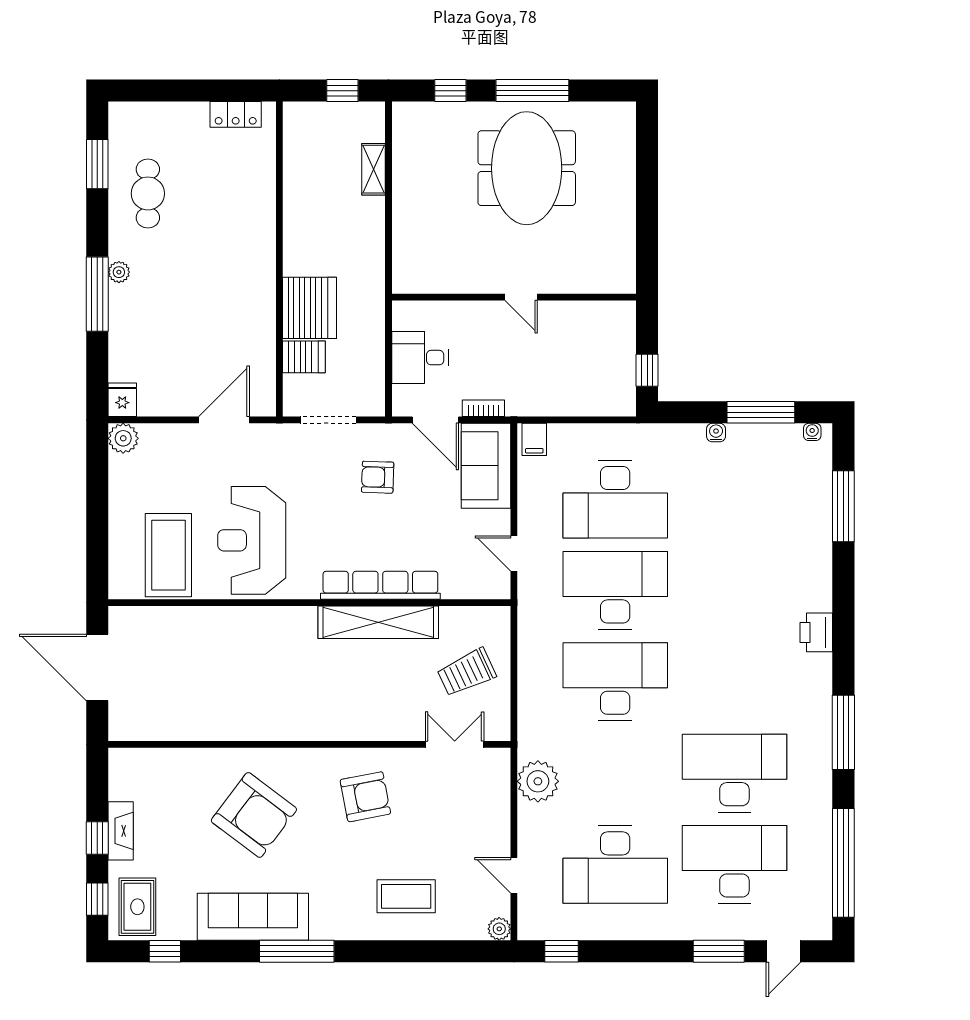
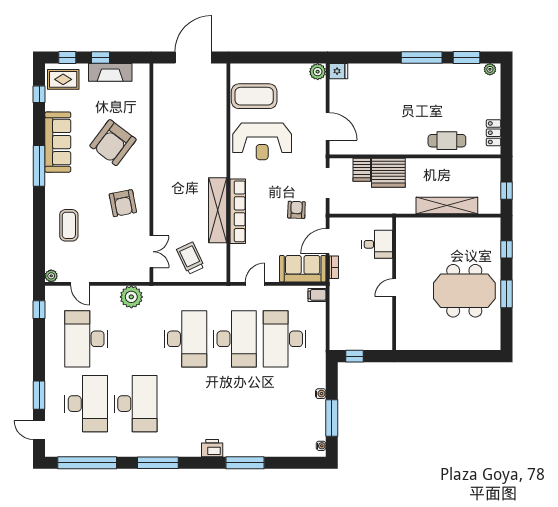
window: (532, 91) -> (506, 294), width x0.69
shelving: (374, 169) -> (447, 206), width x2.20, depth x1.33
cafe table: (148, 193) -> (447, 141), moved
plant: (119, 272) -> (490, 69), moved
window: (97, 294) -> (422, 58), moved
desk: (420, 358) -> (377, 244), moved, turned 90
window: (843, 506) -> (245, 463), moved
reception desk: (252, 540) -> (262, 141), turned 180
fireplace: (121, 831) -> (110, 72), width x1.37, depth x1.32
door: (514, 875) -> (80, 284), swing flipped

